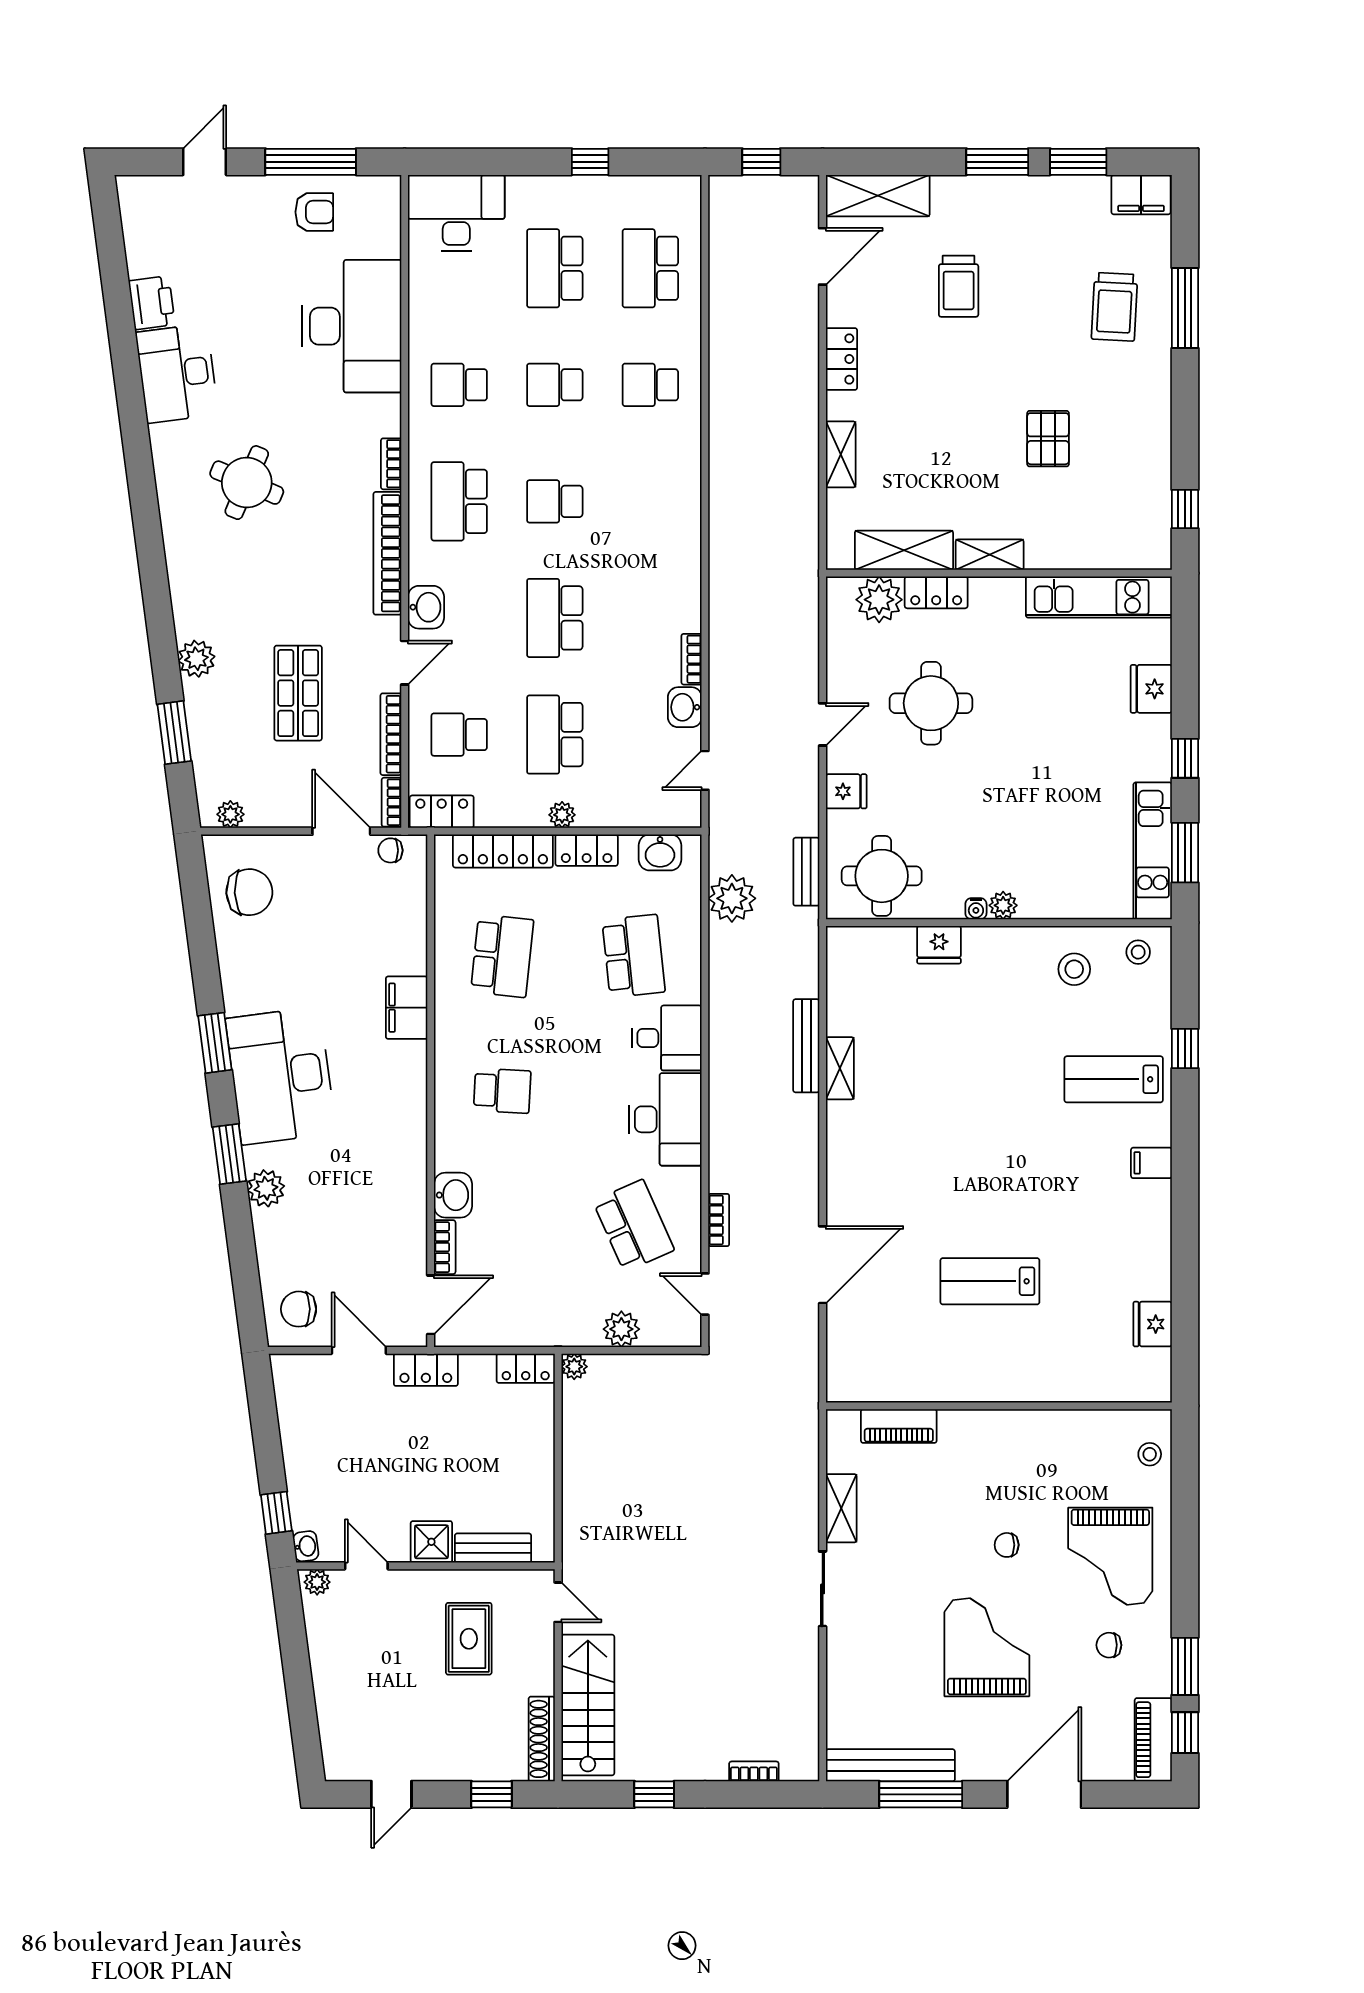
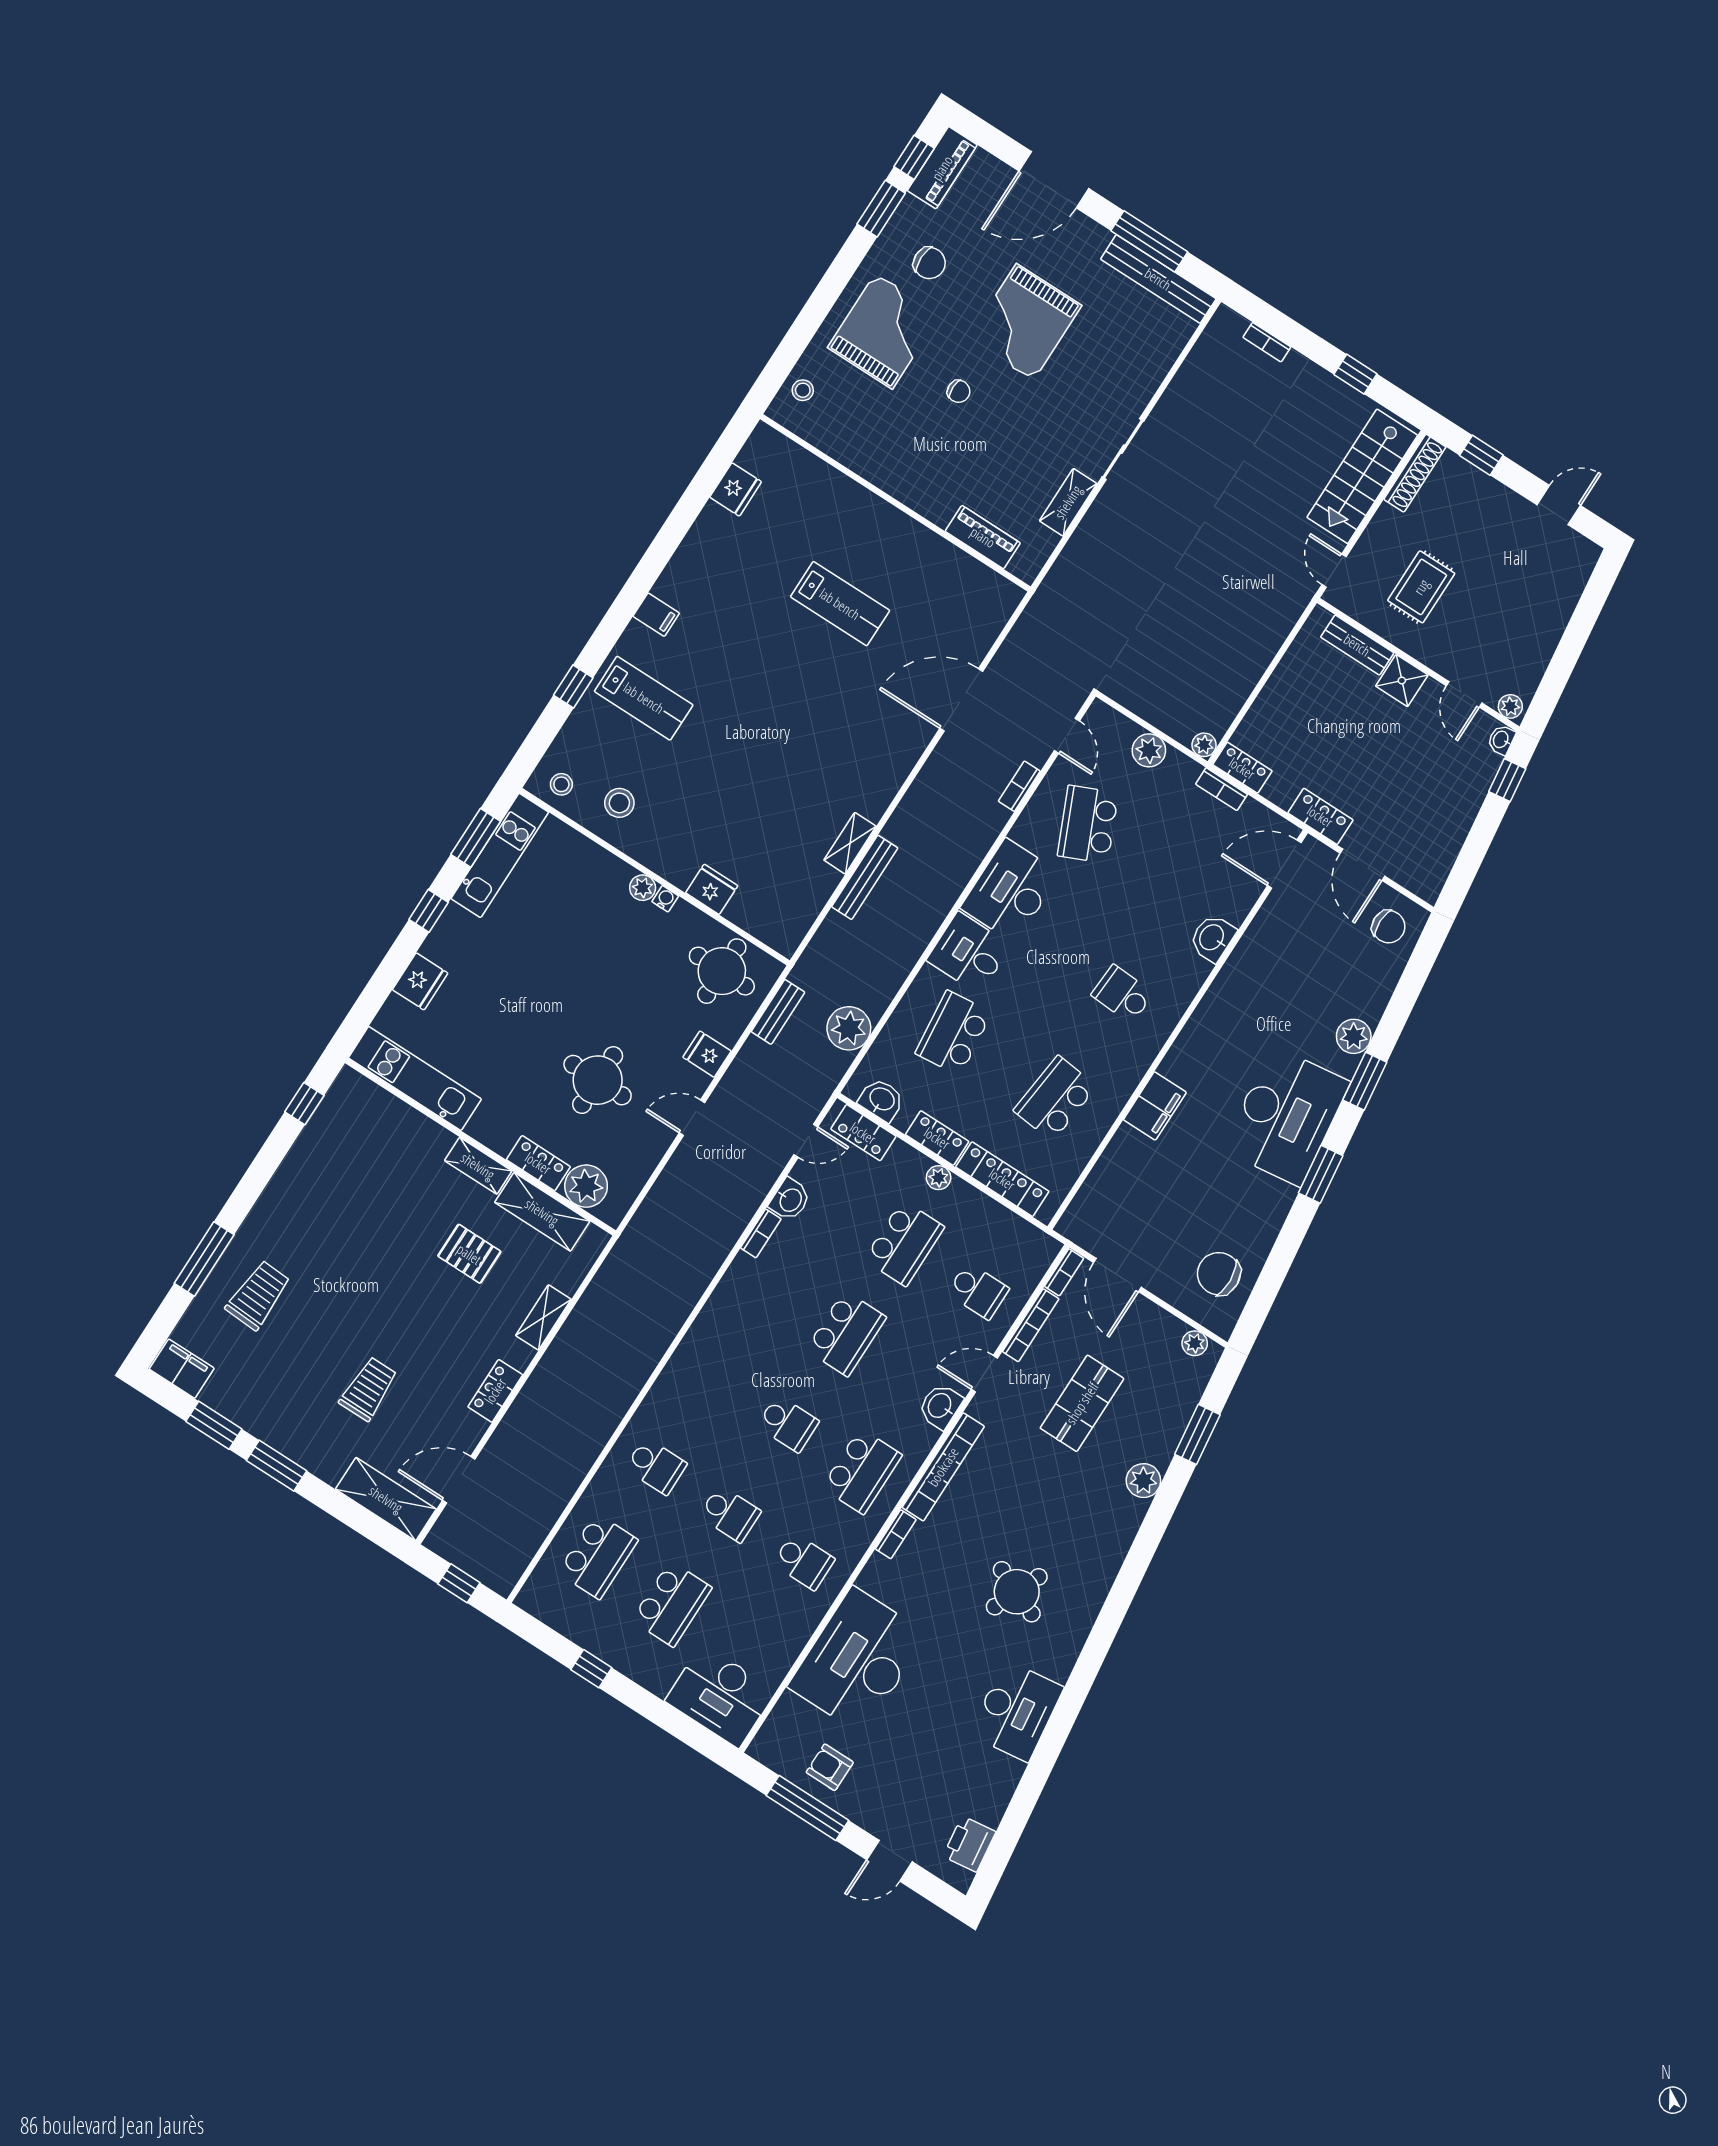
printer: (152, 303) -> (969, 1844), moved
pallet: (1048, 439) -> (469, 1254), moved, turned 90
locker: (442, 812) -> (863, 1133), moved
chair: (390, 850) -> (1089, 1236), removed
bookcase: (445, 1247) -> (1222, 789), moved, turned -90
chair: (1109, 1645) -> (929, 263), width x1.37, depth x1.37

